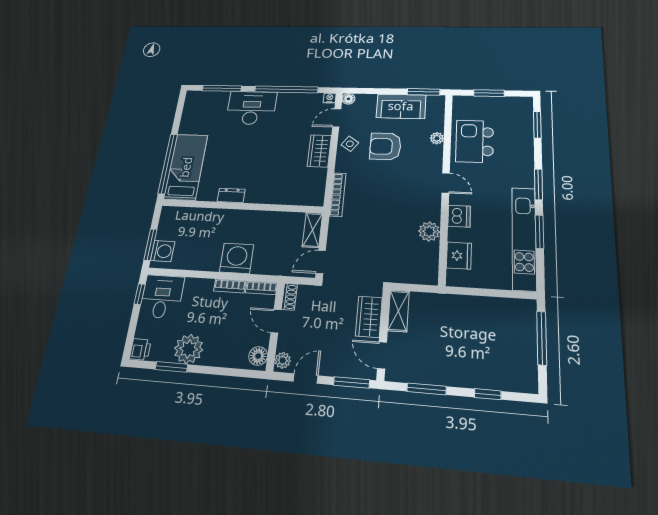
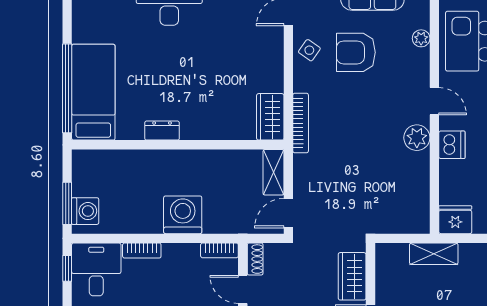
wardrobe: (319, 151) -> (270, 117), moved
plant: (429, 231) -> (417, 138), moved
fridge: (459, 256) -> (455, 220), moved, turned -90
bookcase: (230, 286) -> (142, 251), moved
shelving: (398, 311) -> (434, 254), moved, turned 90

